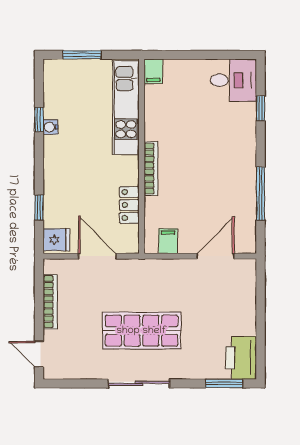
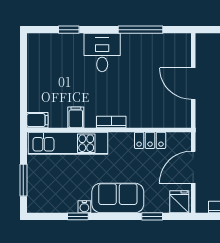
desk: (233, 80) -> (102, 52), moved
sofa: (61, 167) -> (118, 198), added
bookcase: (151, 169) -> (111, 122), width x0.64
filing cabinet: (168, 241) -> (76, 117), moved, turned 90
door: (215, 256) -> (193, 84), moved

